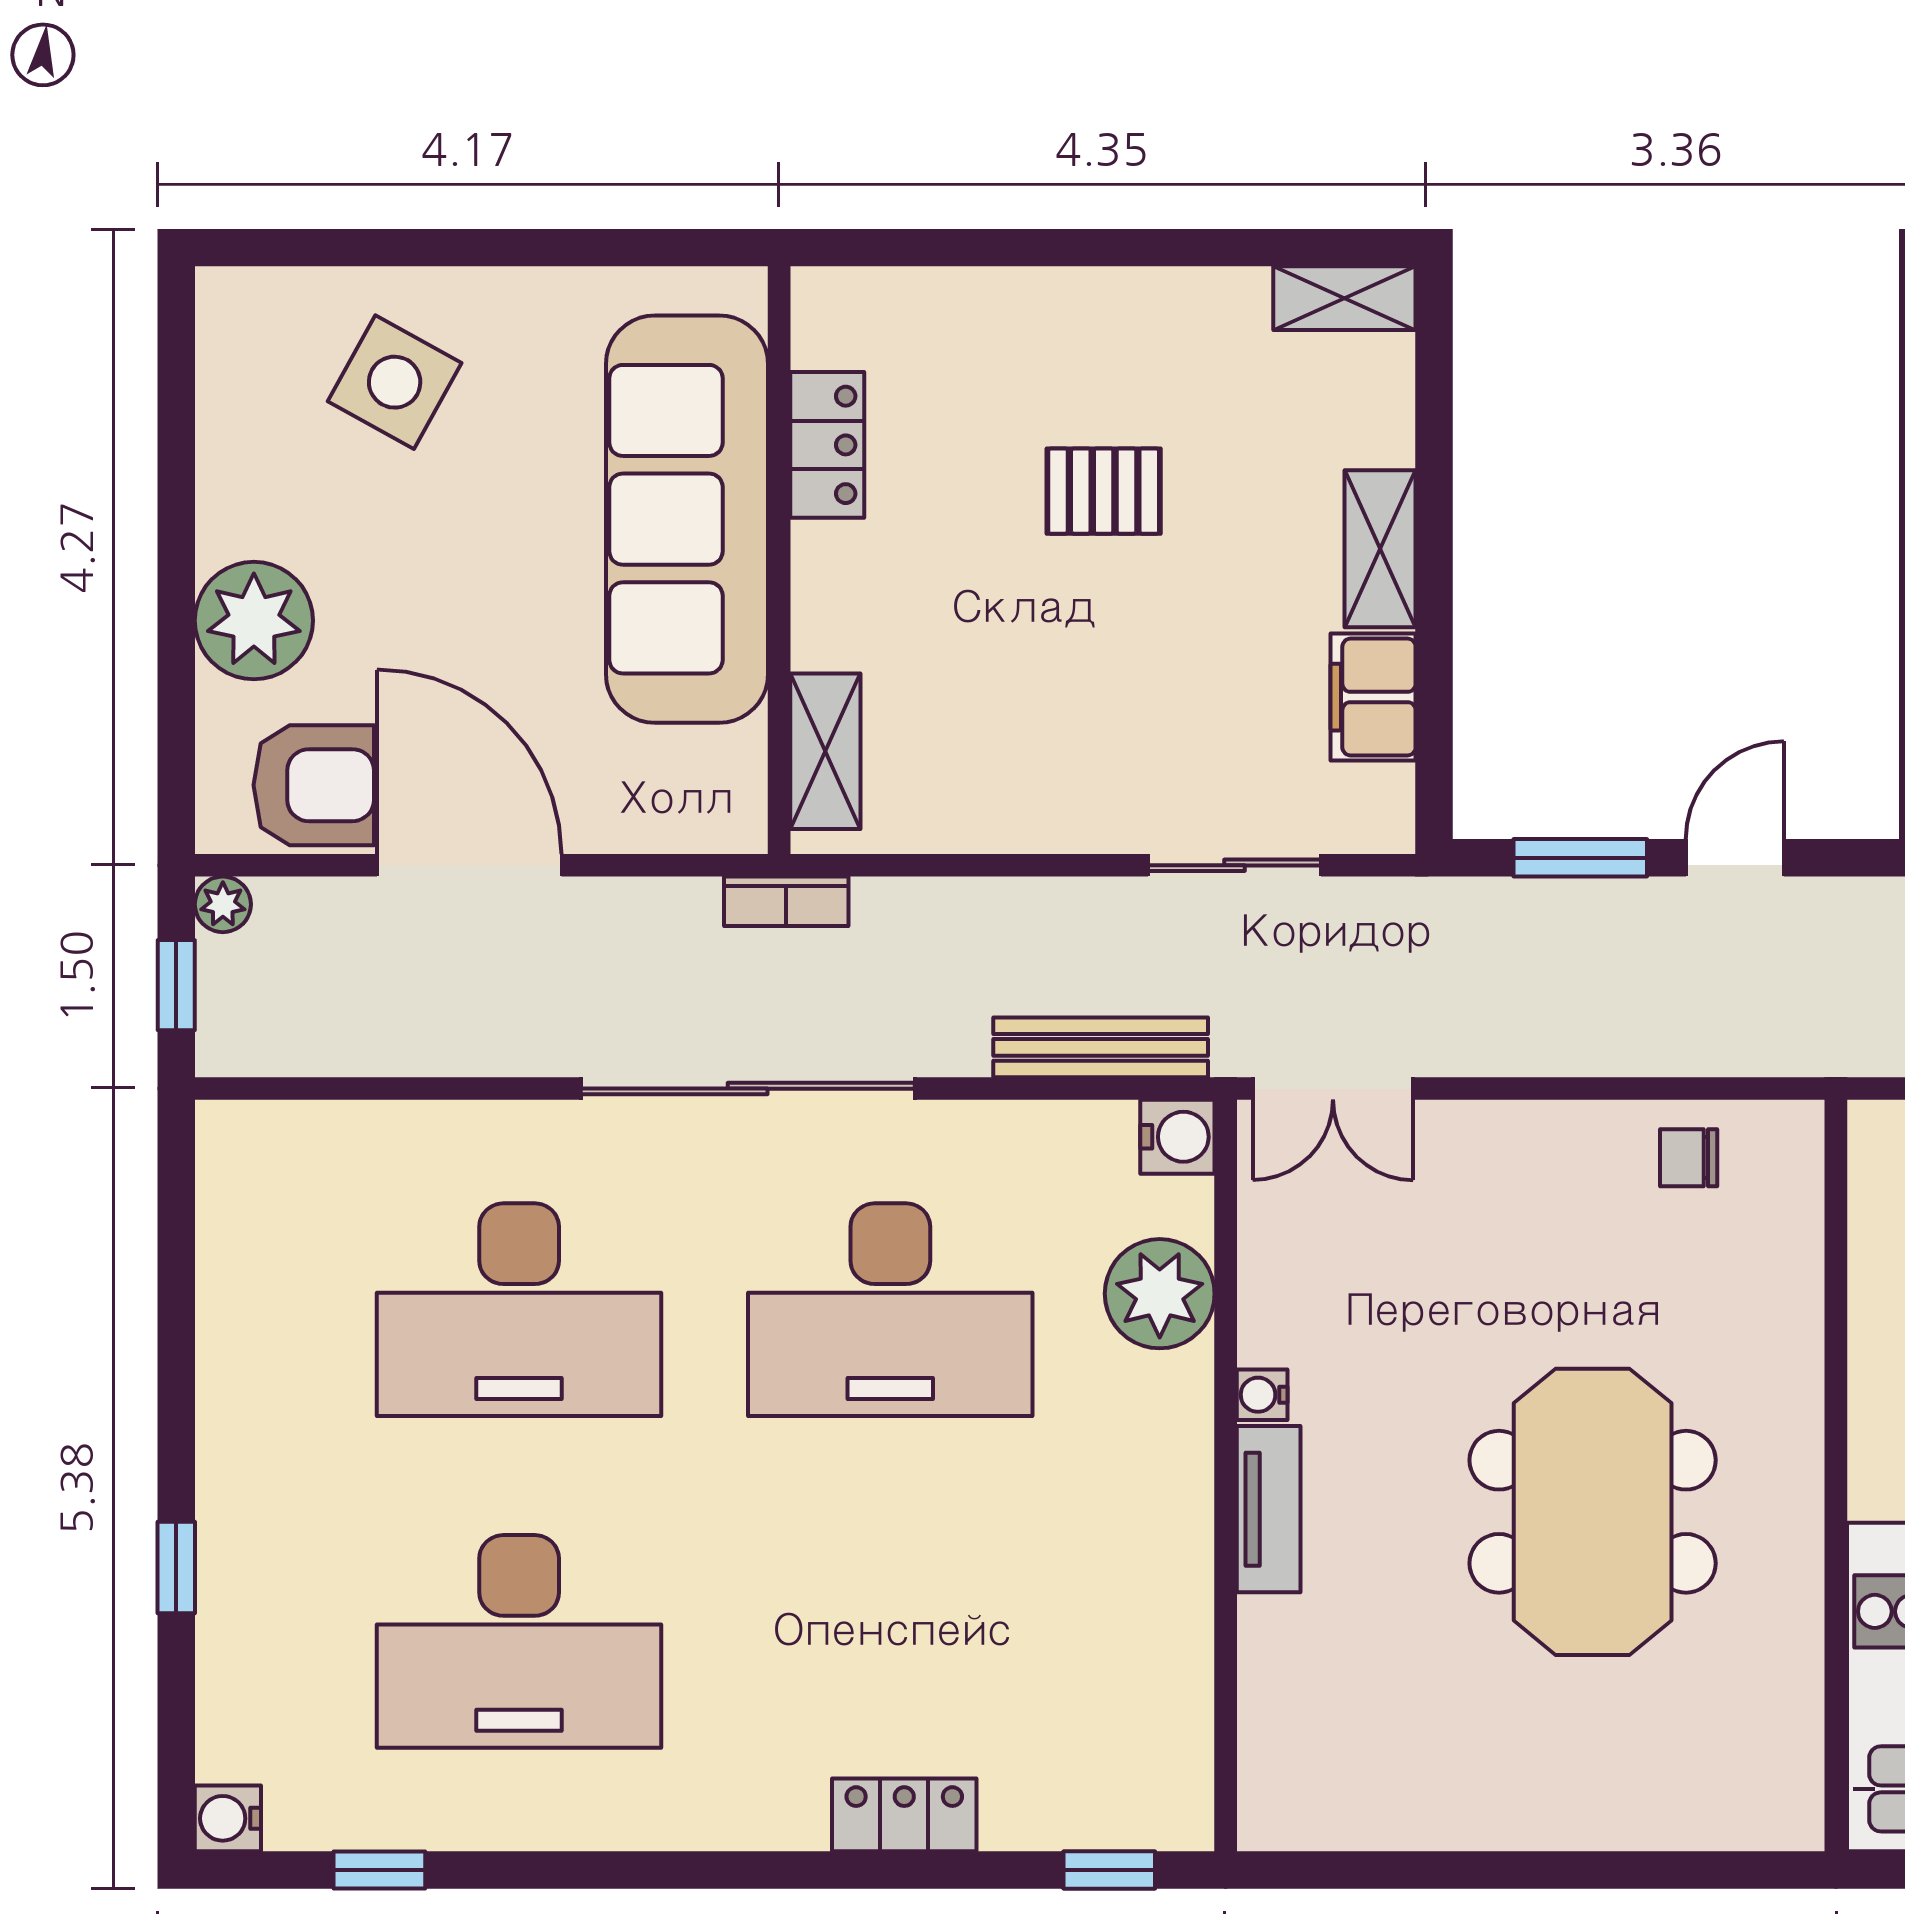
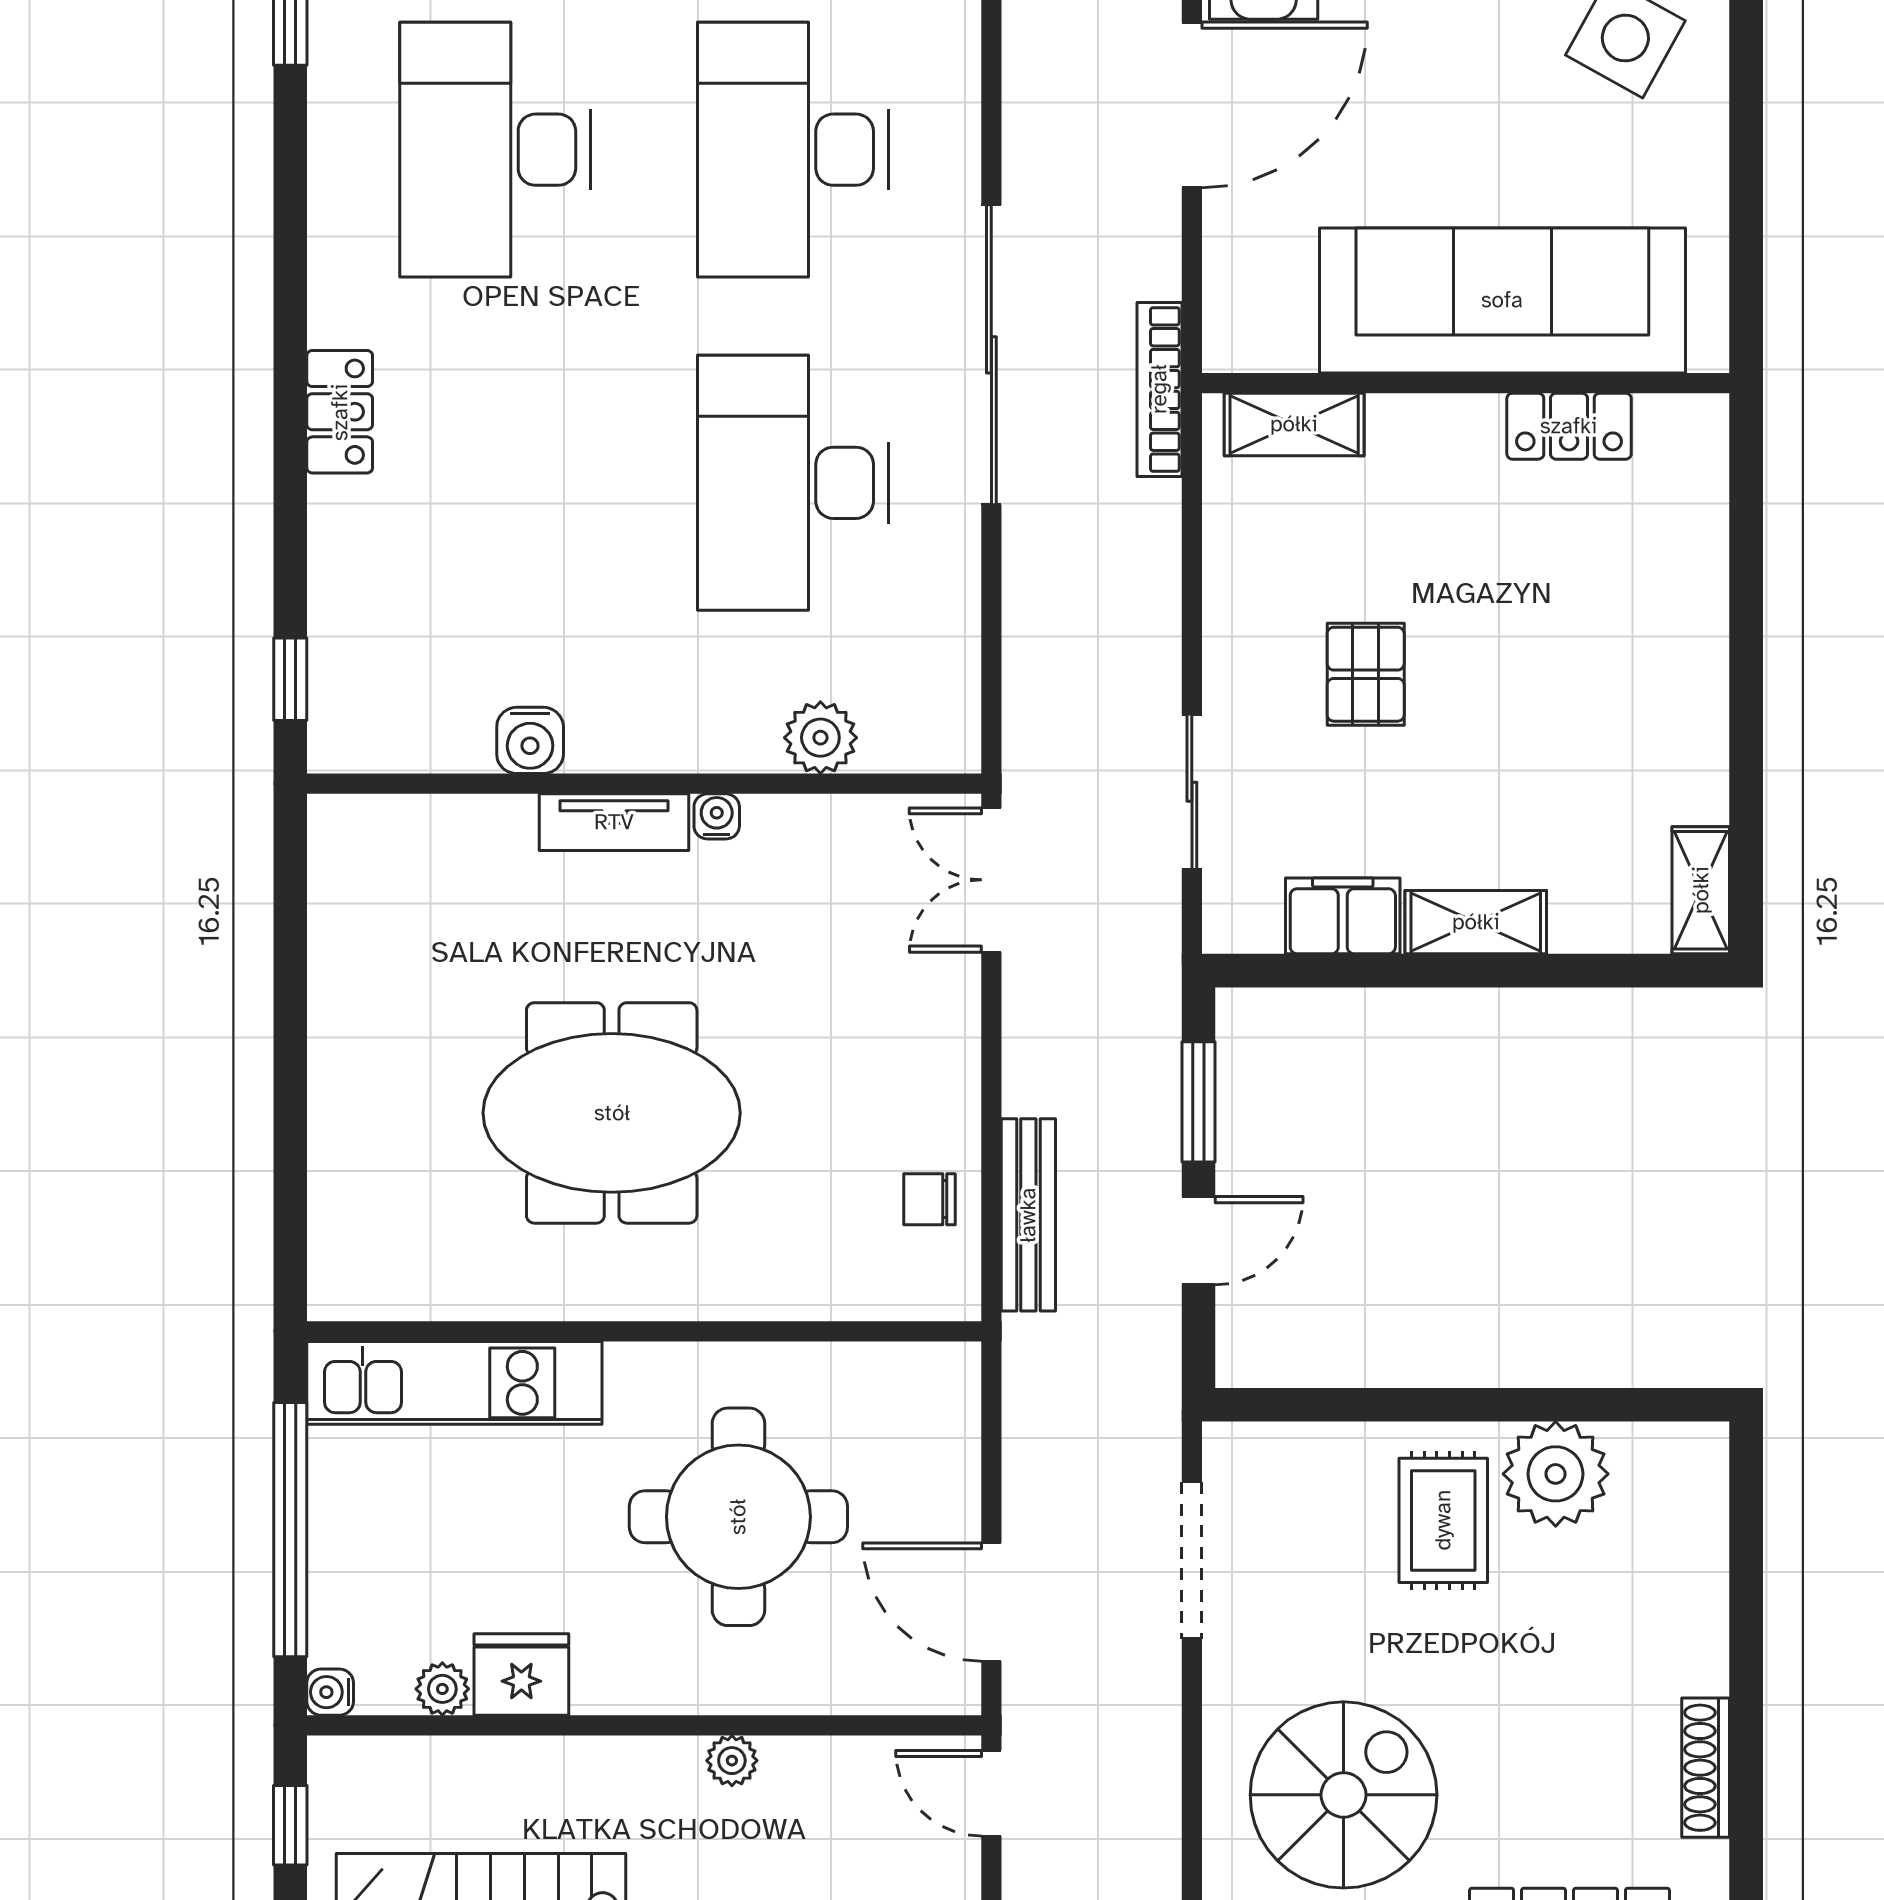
pallet: (1104, 491) -> (1366, 674), moved
door: (1735, 858) -> (1198, 1241), hinge flipped
bookcase: (786, 901) -> (1159, 389), width x1.56
bench: (1101, 1047) -> (1028, 1215), moved
water cooler: (1177, 1137) -> (530, 740), moved
chair: (1689, 1158) -> (929, 1199), turned -90
plant: (1160, 1294) -> (820, 738), width x0.73, depth x0.73
locker: (904, 1815) -> (340, 412), moved

